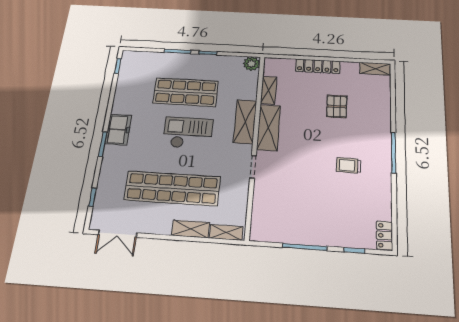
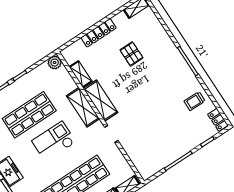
trolley: (349, 165) -> (195, 101), moved

